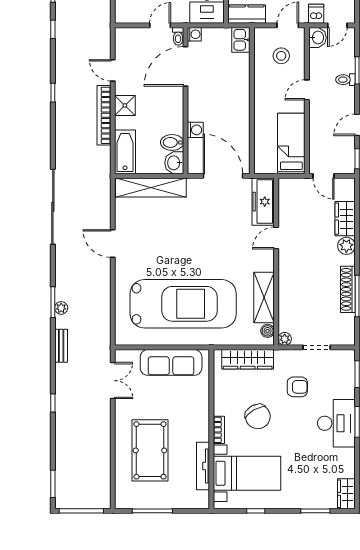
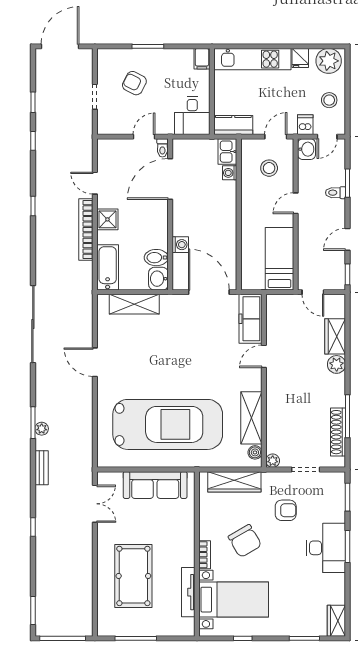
washing machine: (194, 34) -> (230, 173), moved, turned 180
shelving: (151, 187) -> (134, 304), width x0.68
shoe rack: (348, 289) -> (338, 432), moved

